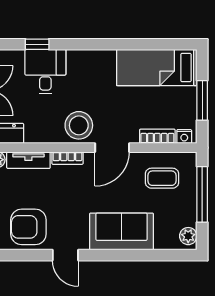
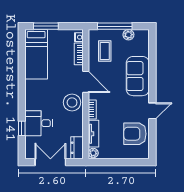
window: (202, 100) -> (46, 26), moved
armchair: (28, 227) -> (135, 134), turned 90
plant: (188, 236) -> (128, 35), moved

